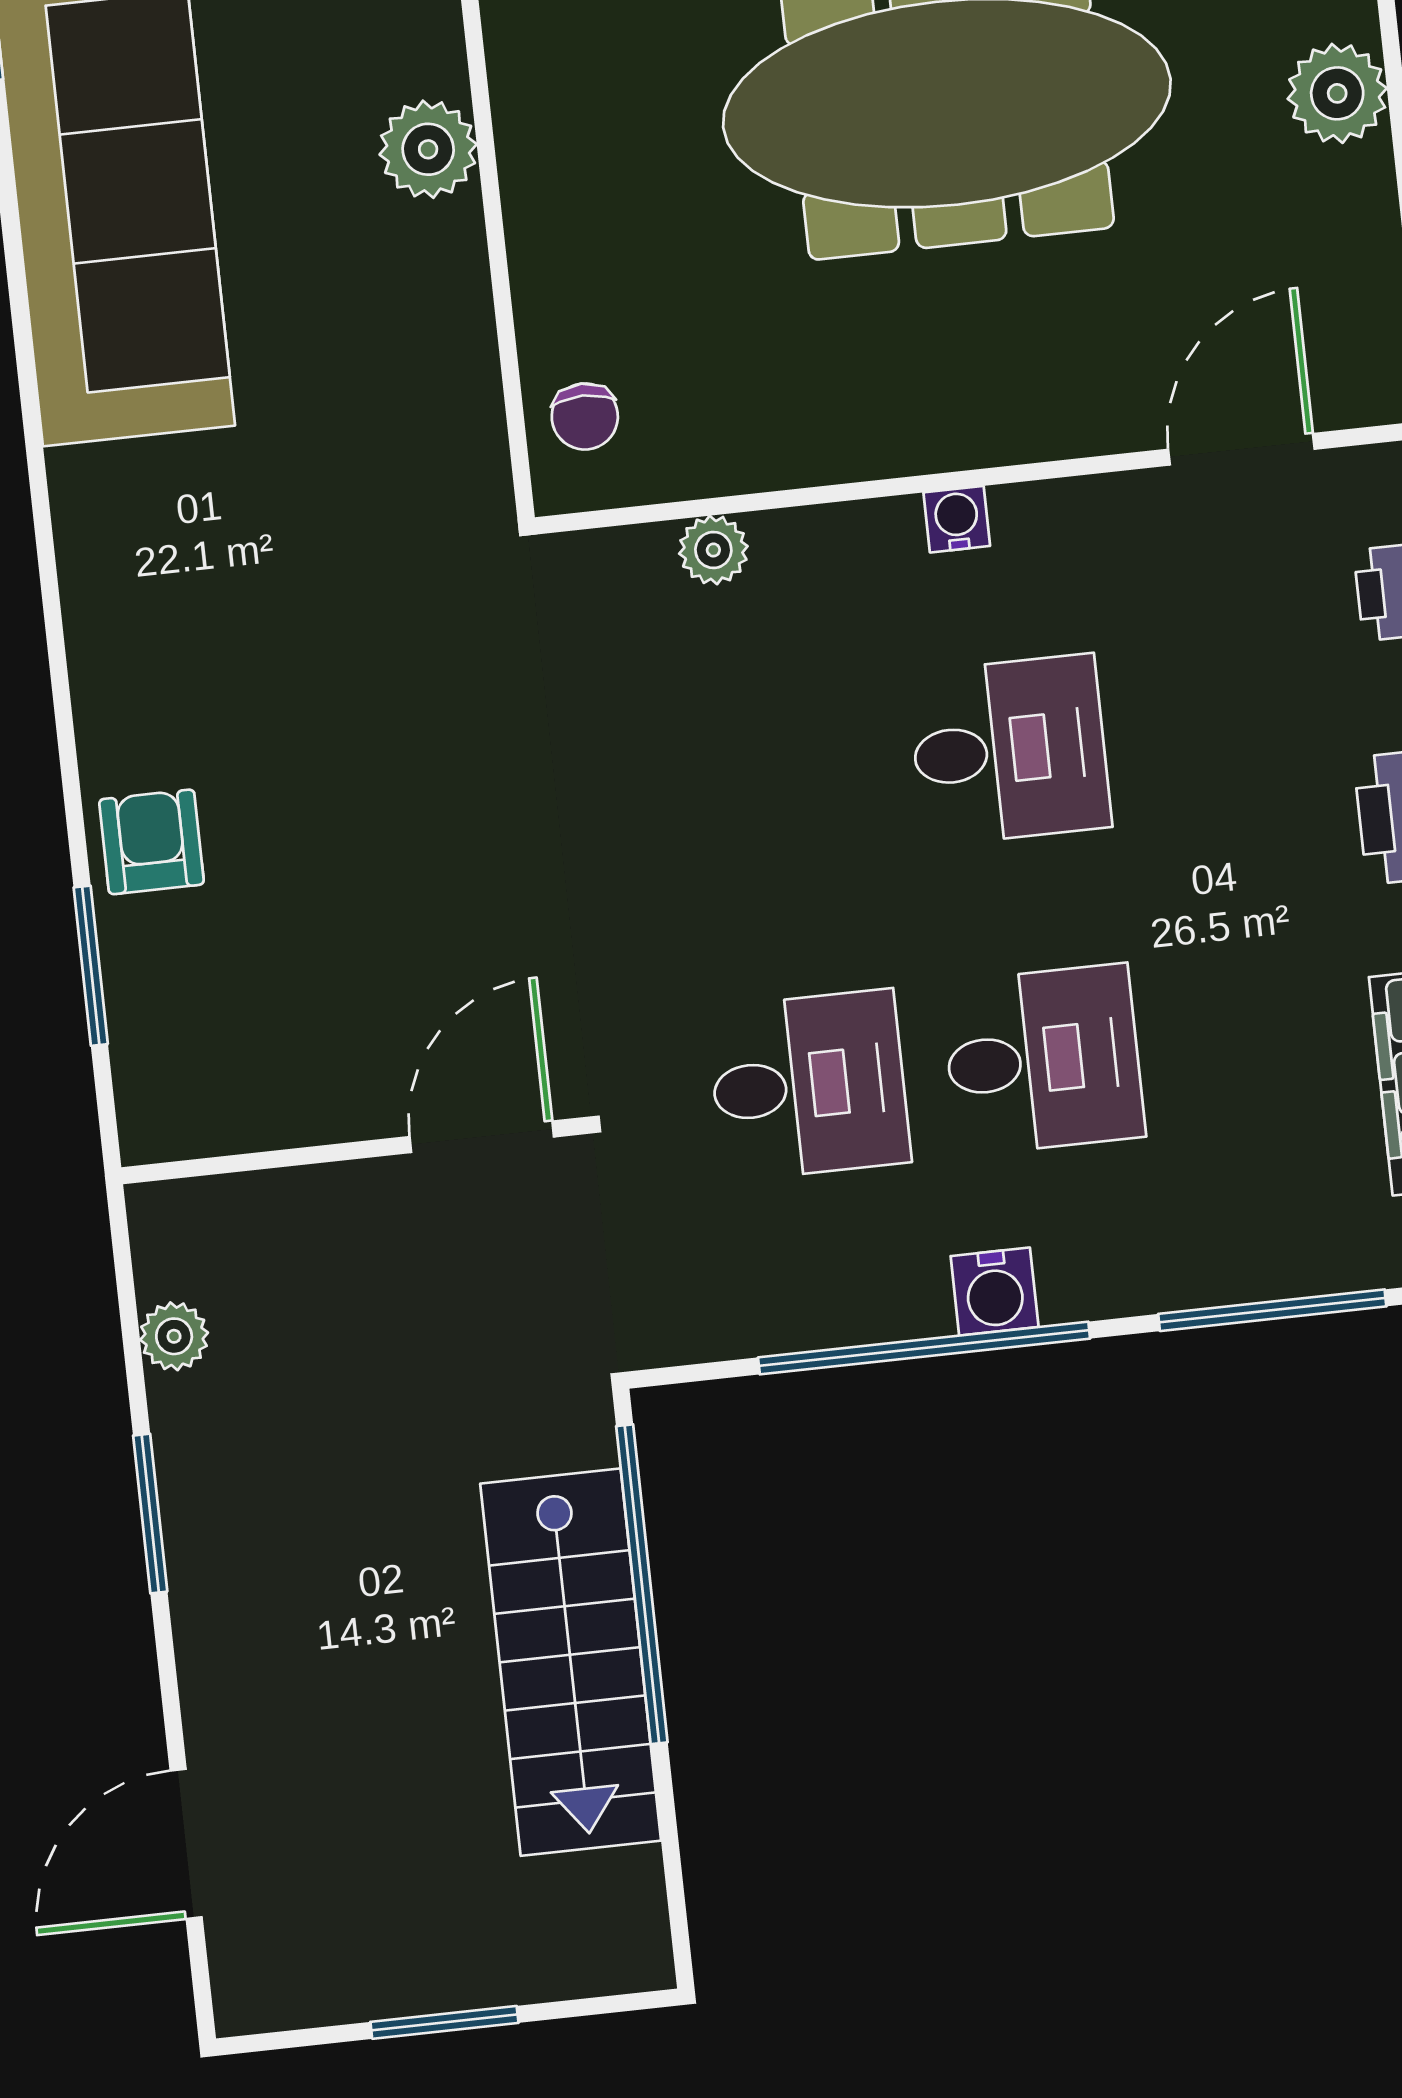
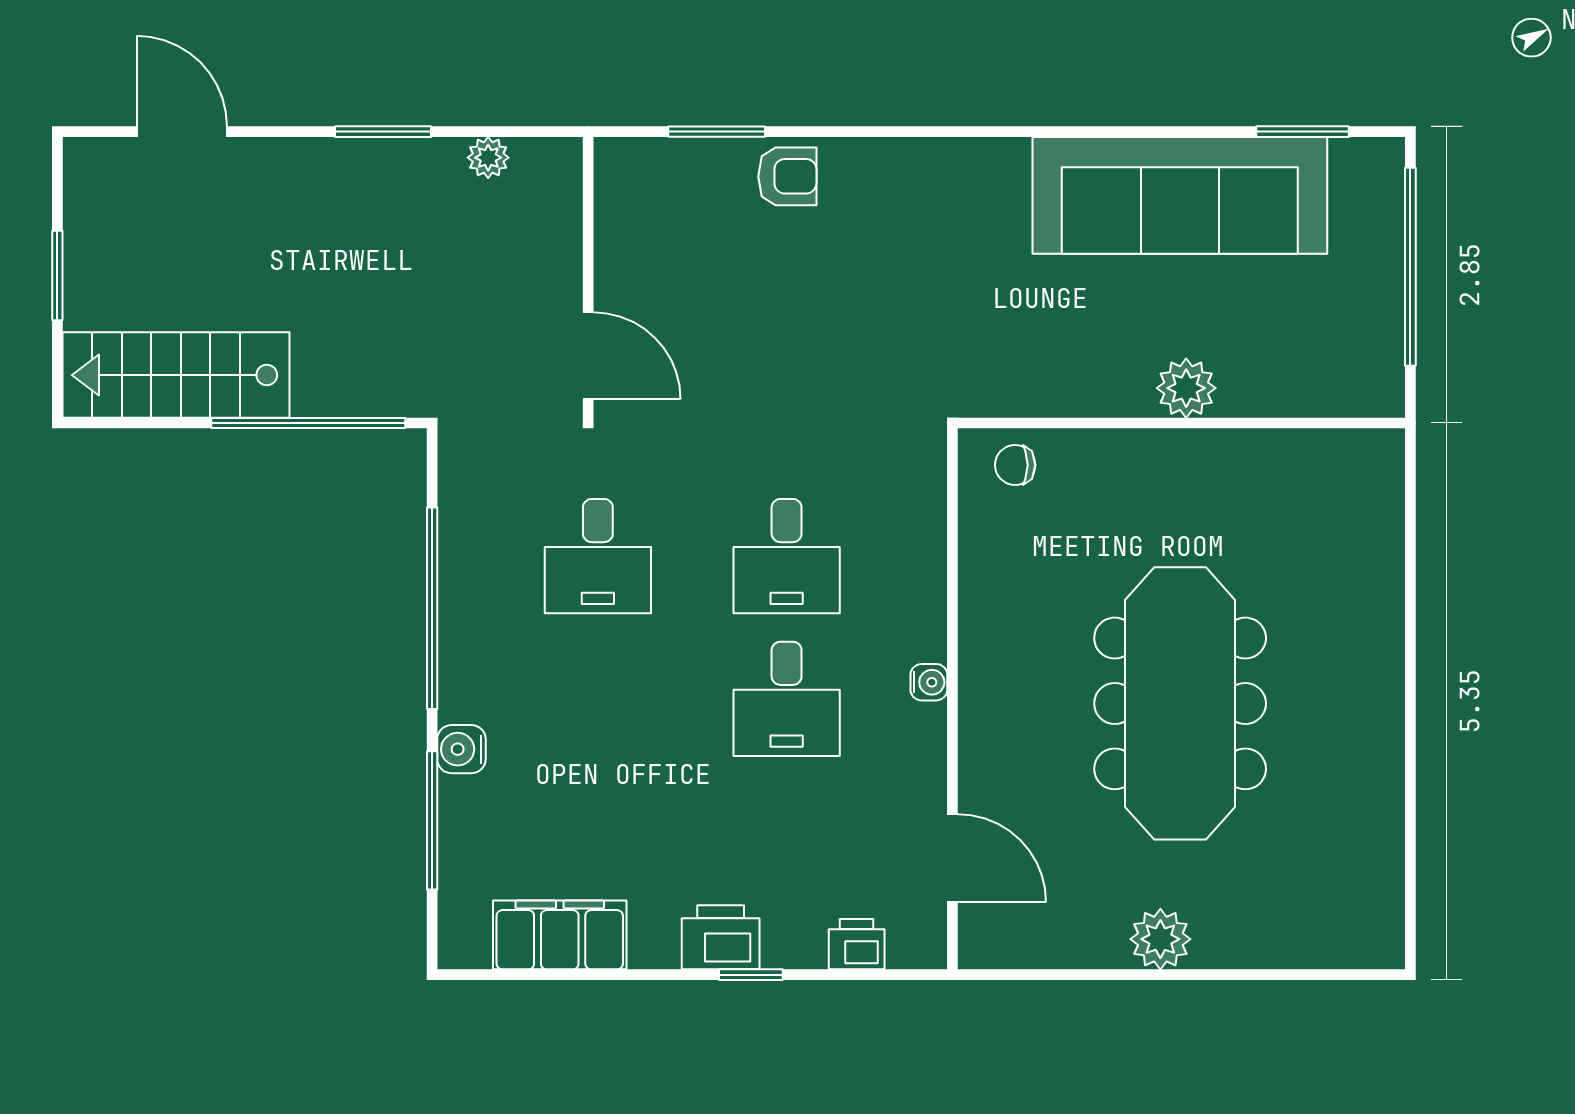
plant: (713, 550) -> (926, 534), removed
desk: (1043, 1060) -> (787, 556), moved
water cooler: (995, 1292) -> (461, 749), moved
stairs: (571, 1662) -> (176, 375), moved

